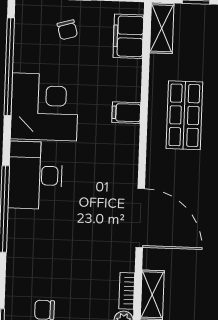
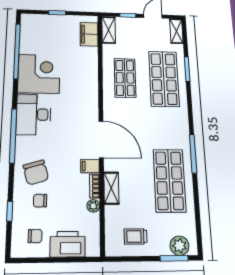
chair: (67, 30) -> (36, 172), moved, width x1.87, depth x1.87
filing cabinet: (126, 113) -> (90, 166), moved

